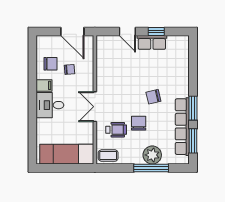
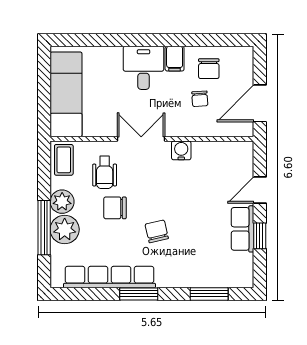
water cooler: (102, 81) -> (181, 150), added
chair: (139, 123) -> (115, 208), turned 180
window: (193, 141) -> (209, 294), moved
plant: (135, 157) -> (62, 202), added

